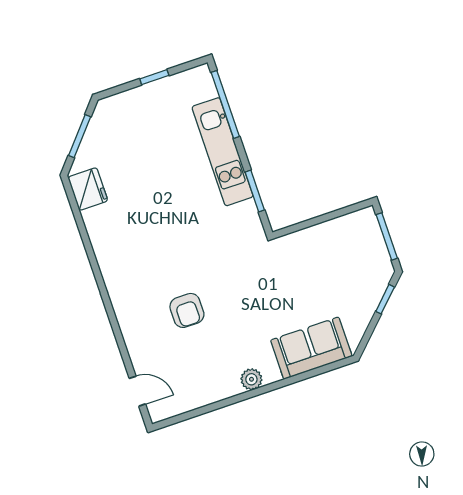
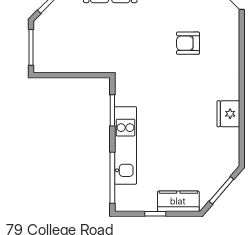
kitchen counter: (130, 103) -> (178, 201), added
fridge: (88, 189) -> (228, 114), moved
armchair: (187, 310) -> (188, 43), turned -90

